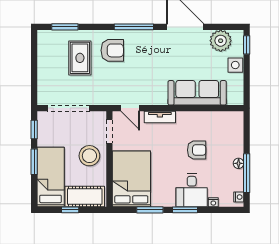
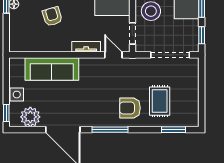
armchair: (197, 150) -> (52, 16), turned 73

